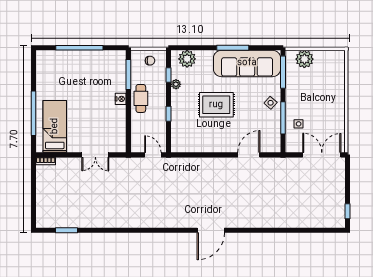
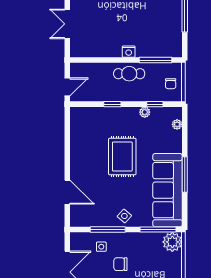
plant: (187, 59) -> (177, 124), width x0.53, depth x0.53
plant: (304, 59) -> (172, 242), moved
chair: (314, 106) -> (120, 264), added

